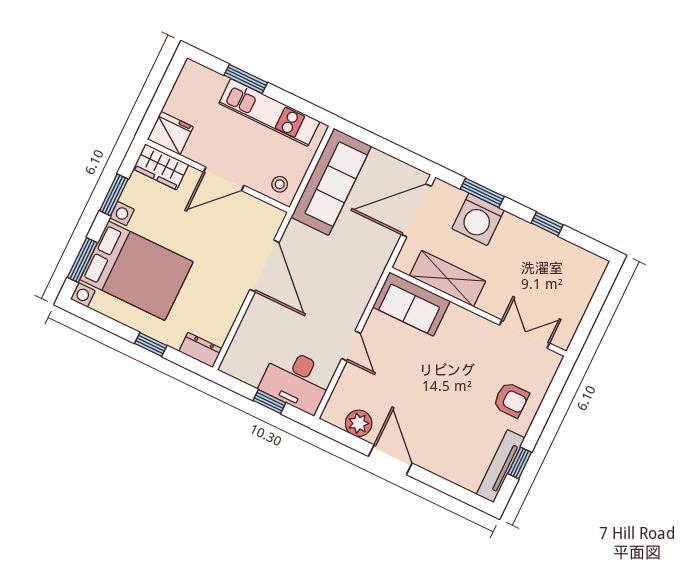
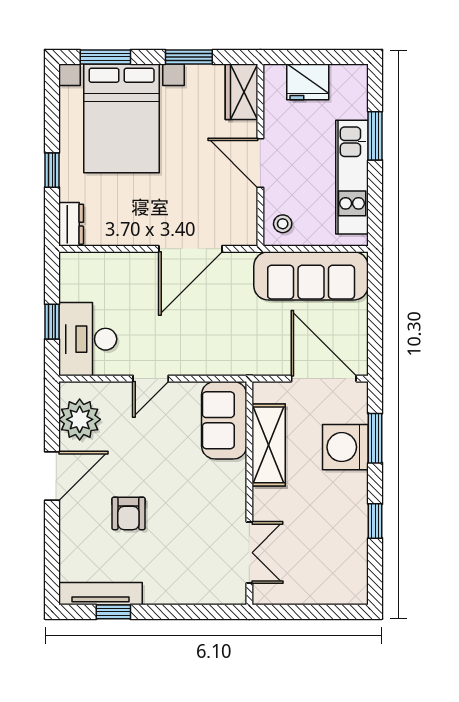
fridge: (170, 133) -> (308, 82), moved, turned 90
armchair: (511, 400) -> (128, 513), moved
plant: (359, 423) -> (80, 419), width x1.36, depth x1.36

